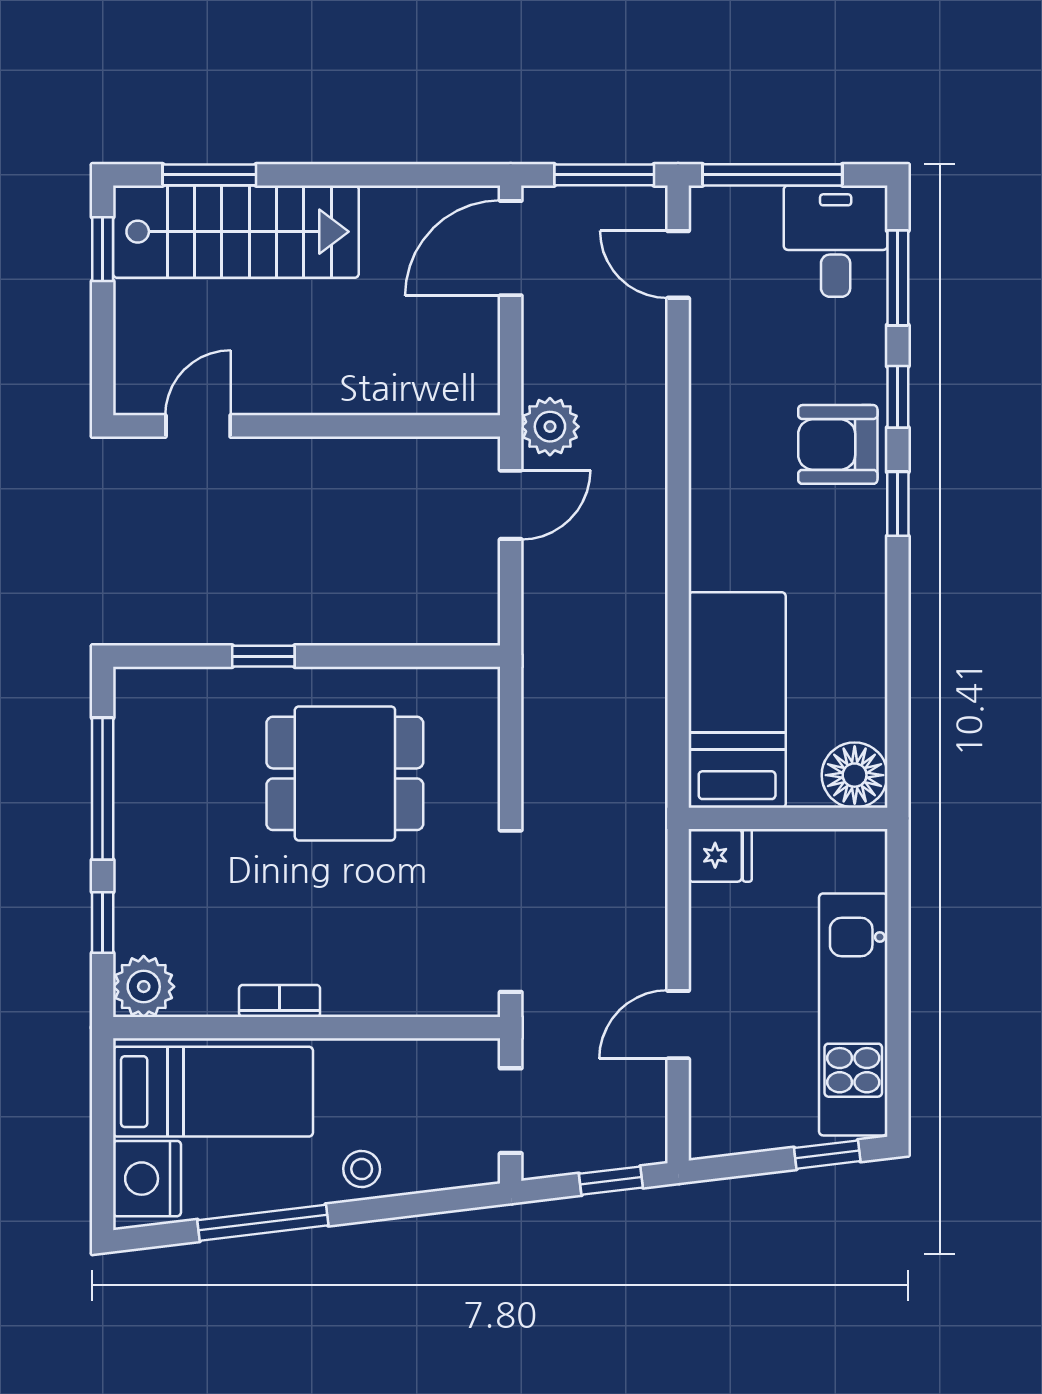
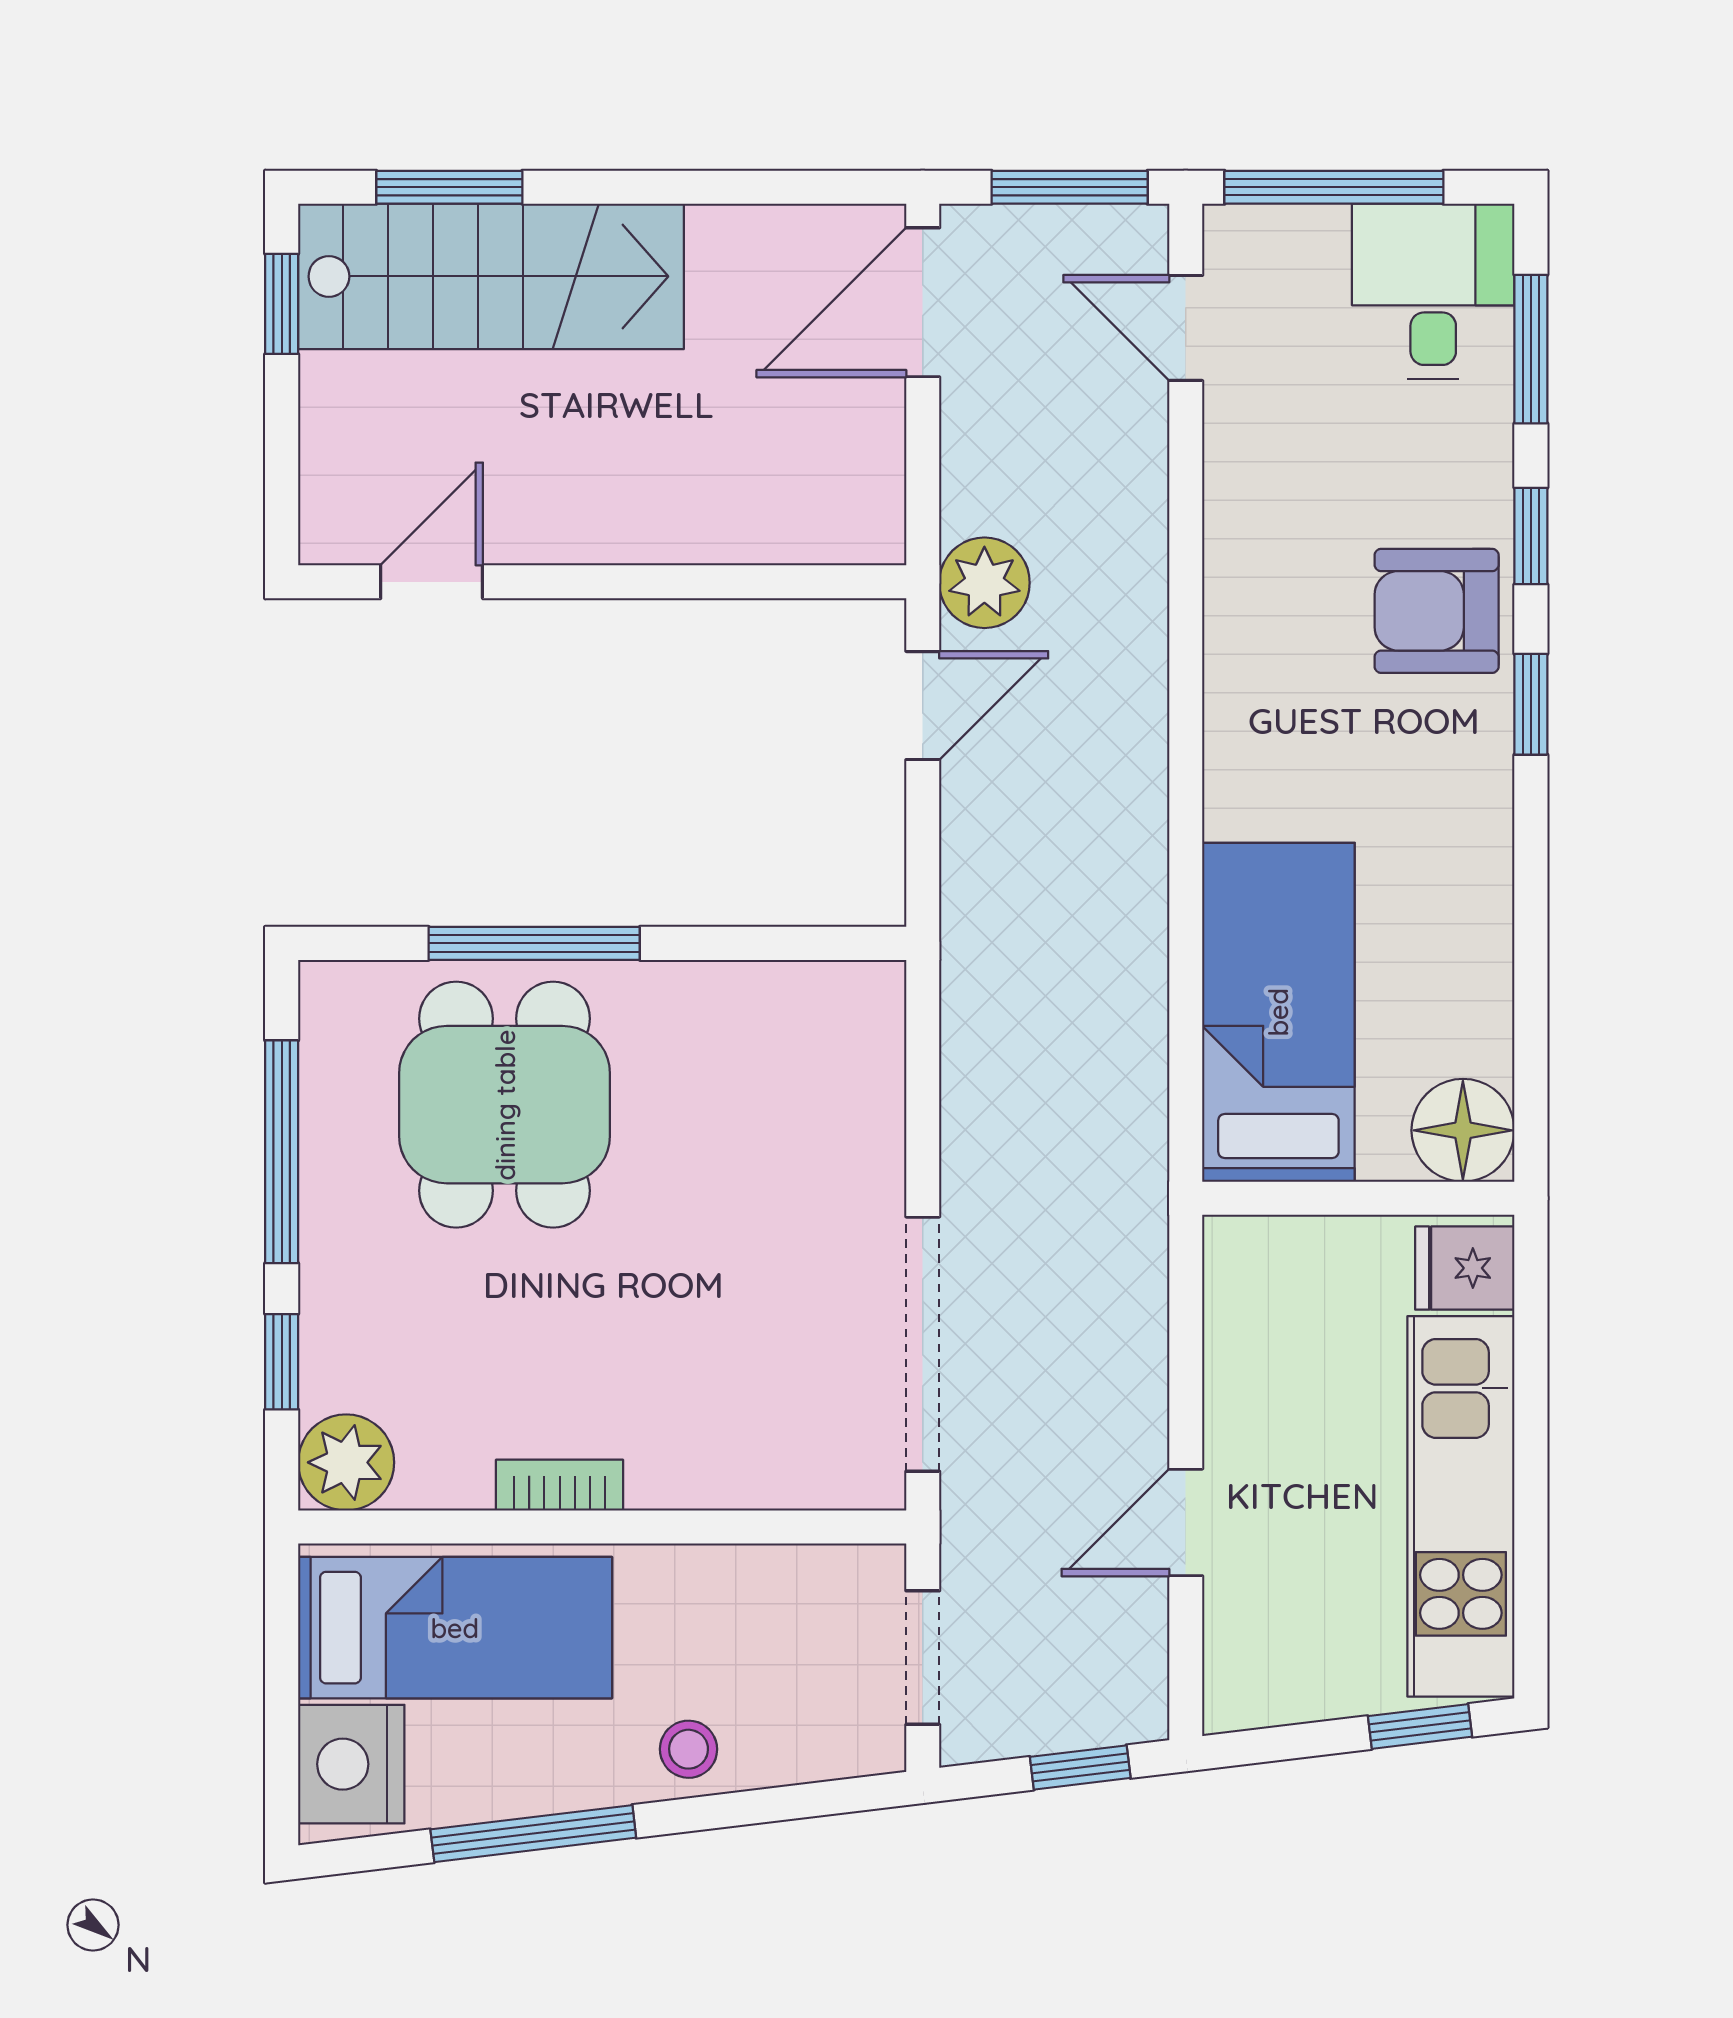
window: (263, 656) -> (534, 943), width x2.17
dining table: (345, 773) -> (505, 1105), moved, turned 90
fridge: (720, 855) -> (1465, 1268), moved, turned 180

